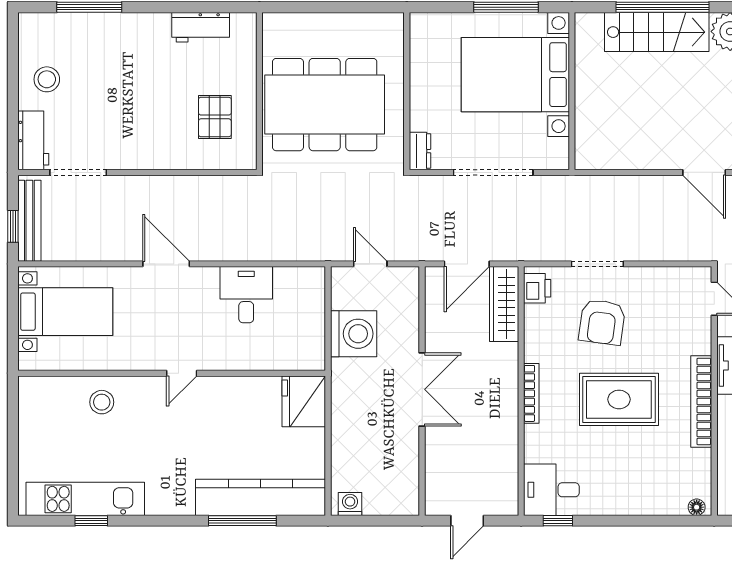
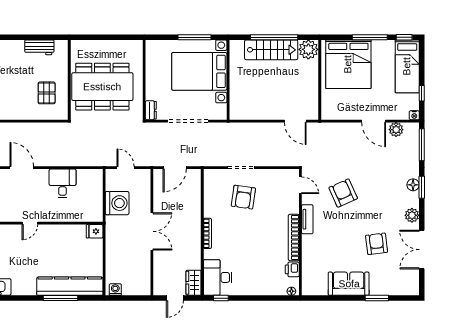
printer: (537, 288) -> (292, 269), moved, turned 180
wardrobe: (504, 304) -> (194, 283), moved, width x0.67
rug: (619, 399) -> (252, 236), removed
fridge: (304, 401) -> (95, 231), width x0.53, depth x0.75
desk: (551, 490) -> (218, 277), width x1.37

